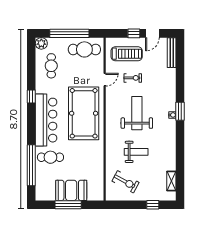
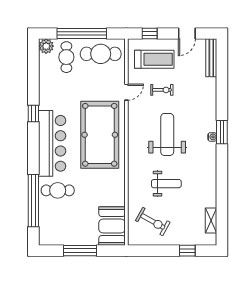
window: (134, 33) -> (150, 34), moved
cafe table: (51, 66) -> (66, 57), moved
booth: (71, 190) -> (112, 226), moved, turned 90

